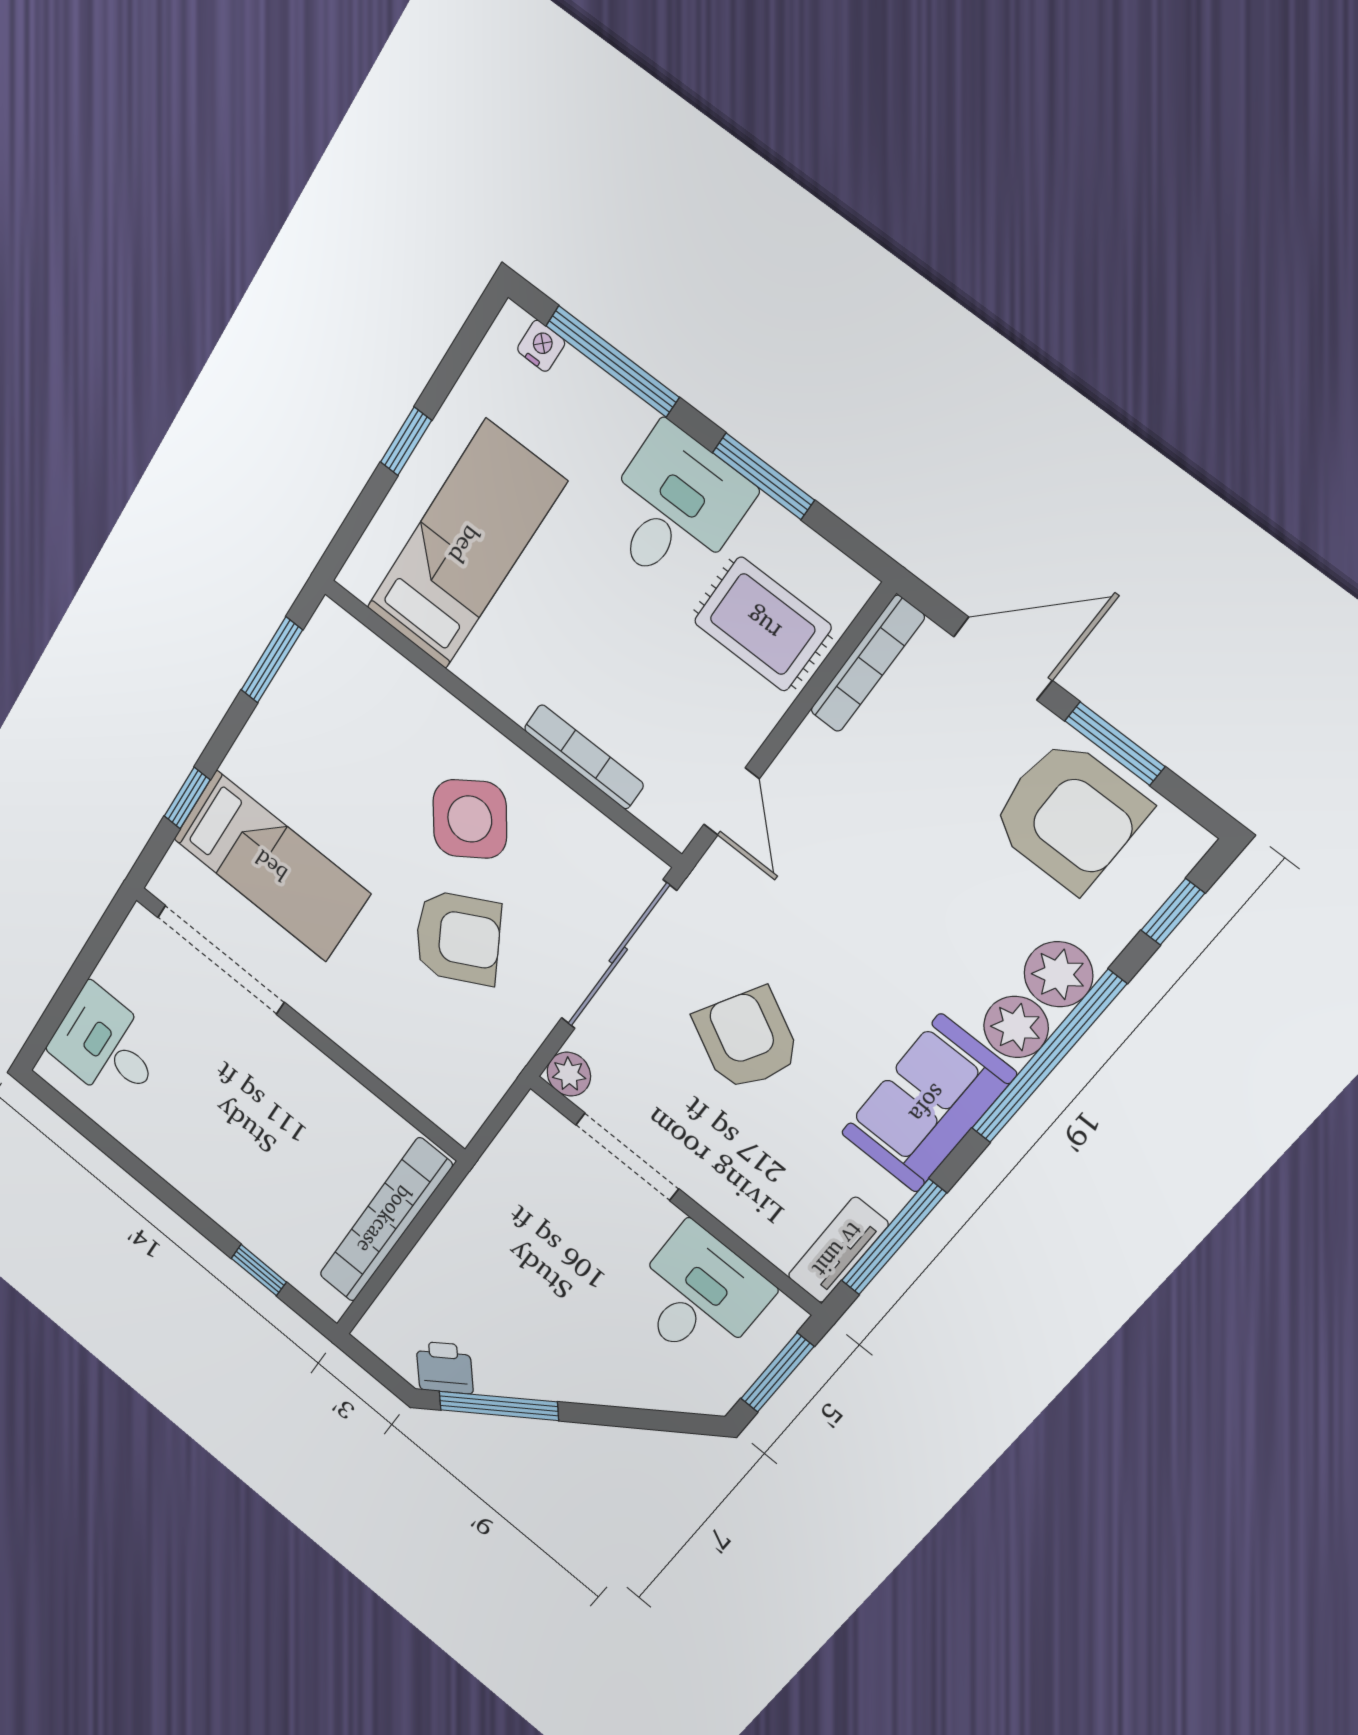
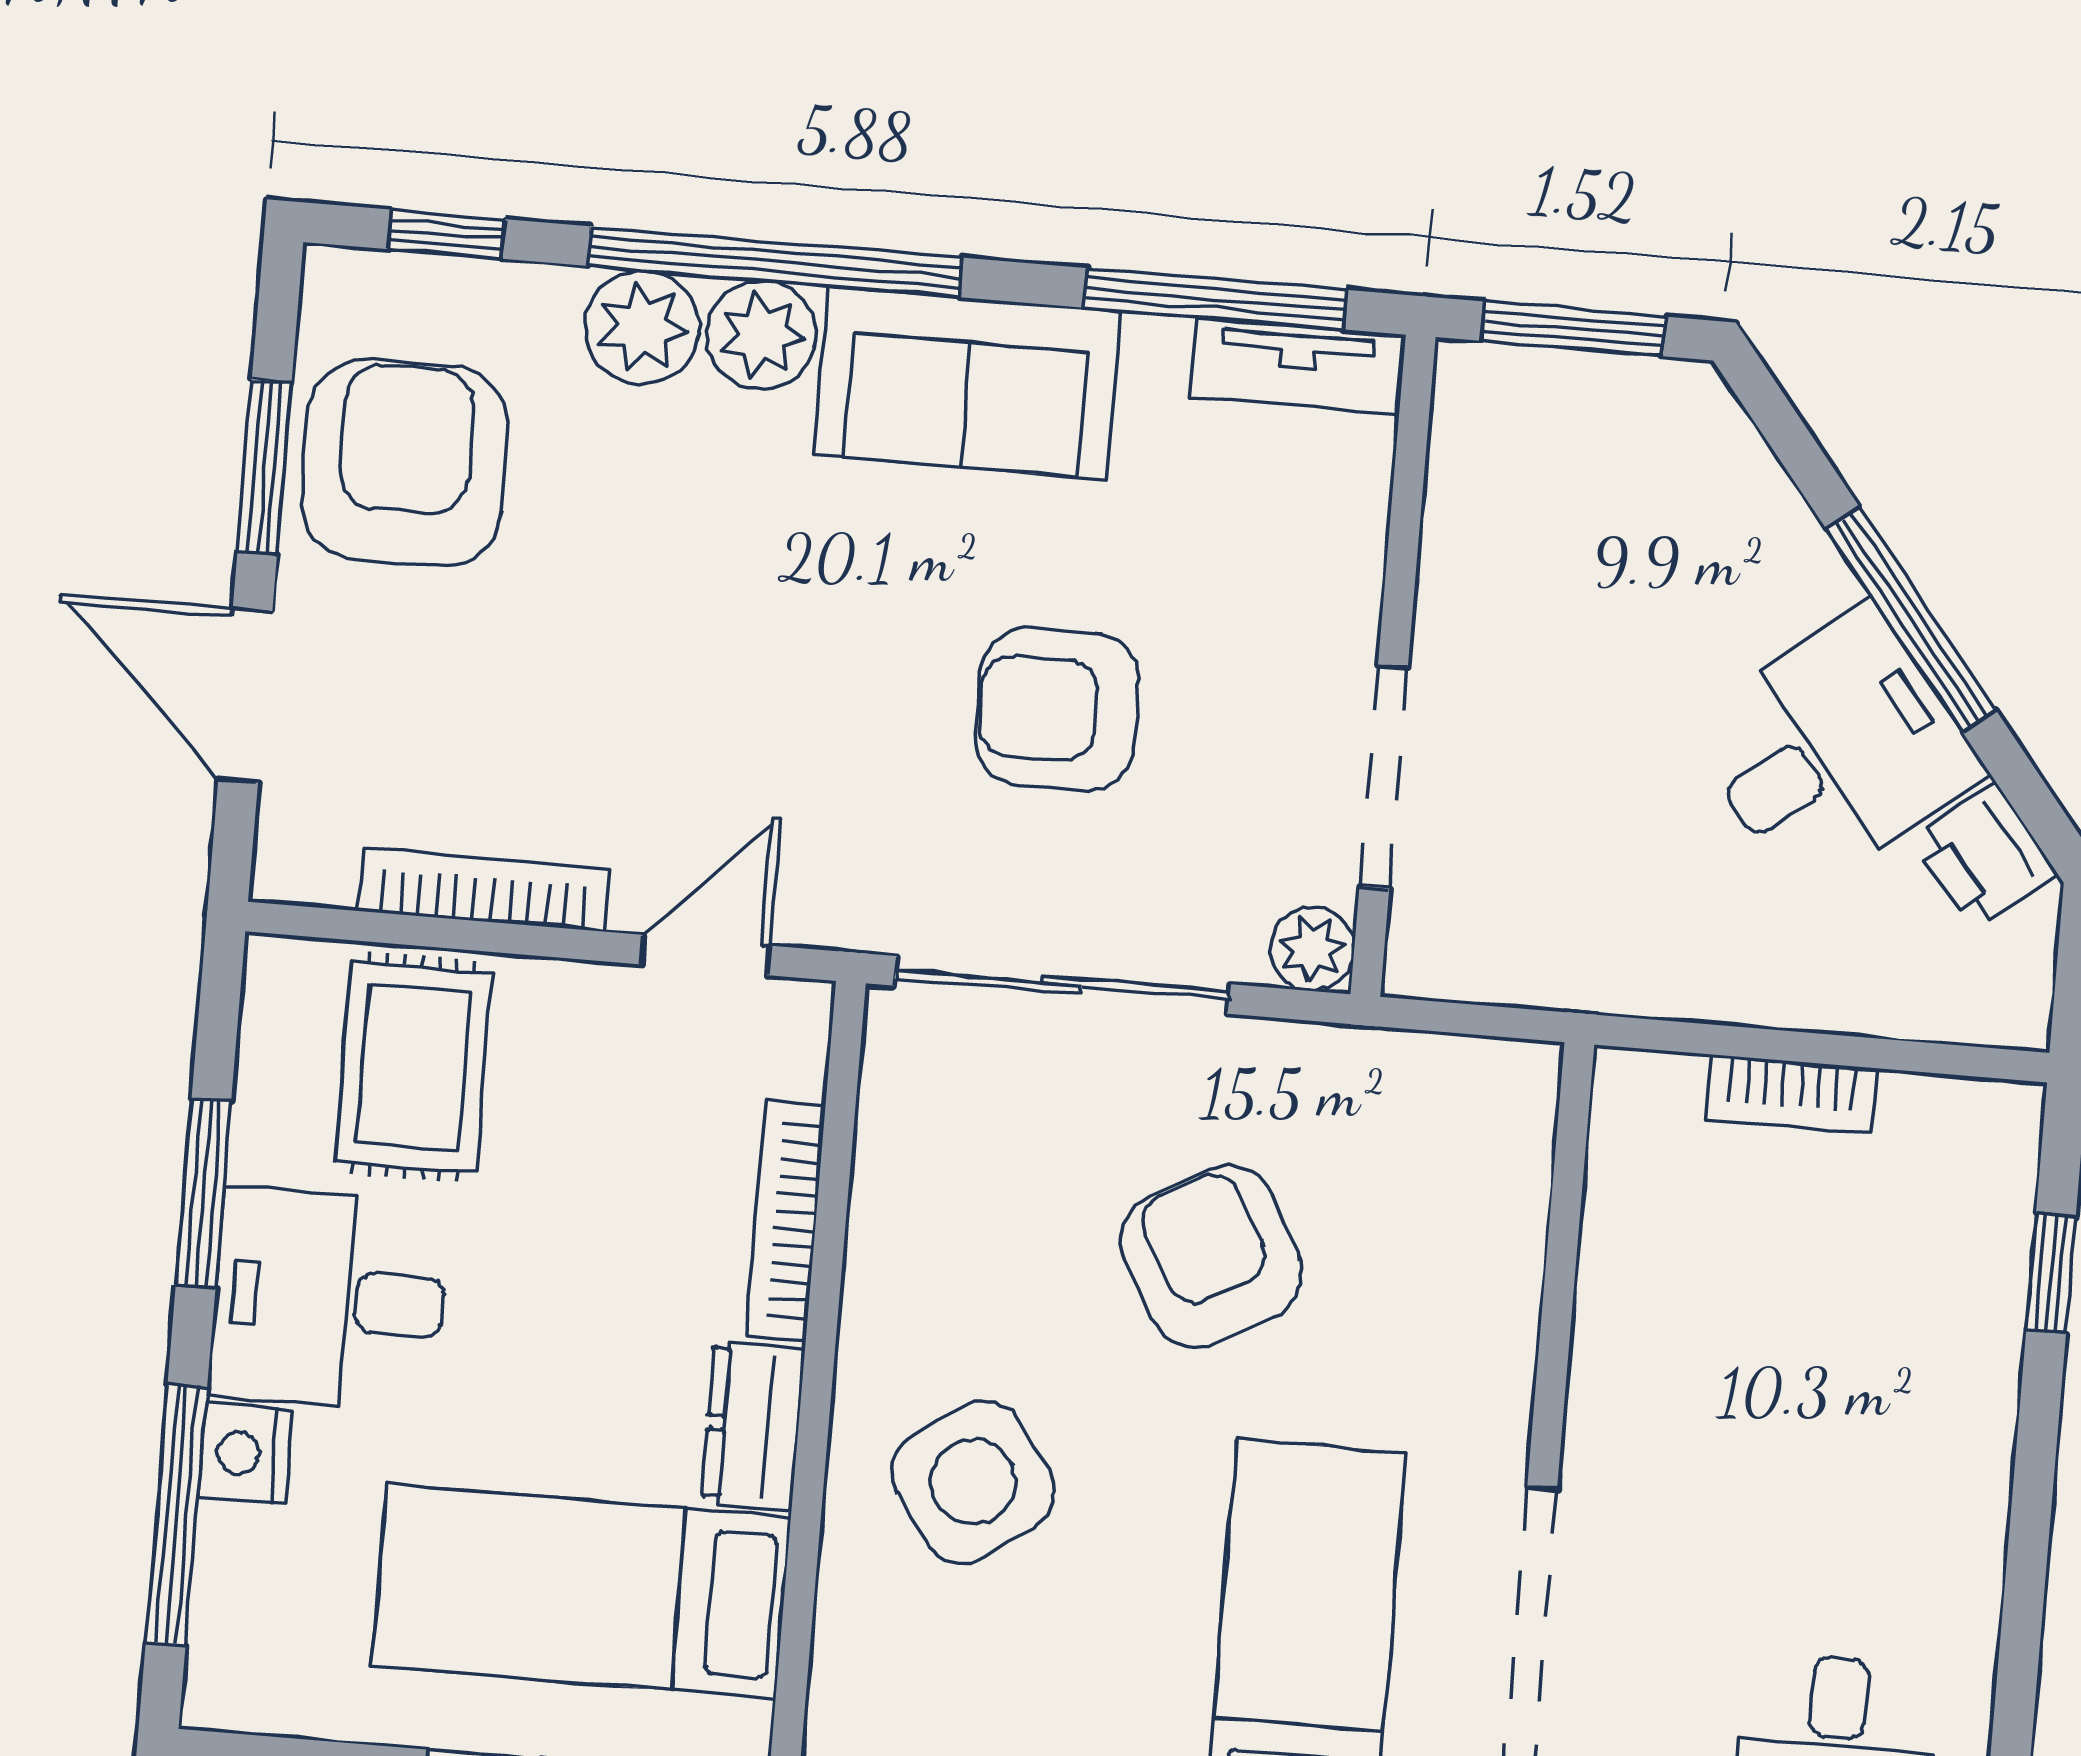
nightstand: (541, 346) -> (245, 1454), moved, width x1.39, depth x1.35
bookcase: (867, 664) -> (484, 890), moved
dresser: (498, 679) -> (753, 1425), added
side table: (470, 819) -> (973, 1482), moved
armchair: (747, 1039) -> (1057, 709), turned 61
bookcase: (385, 1220) -> (1791, 1094), width x0.43, depth x0.76
desk: (699, 1296) -> (1835, 749), moved, turned 141
window: (498, 1406) -> (1911, 620), moved

